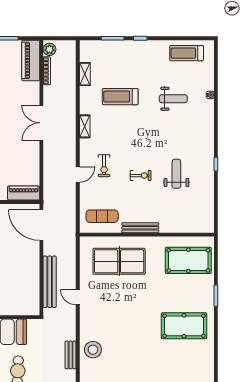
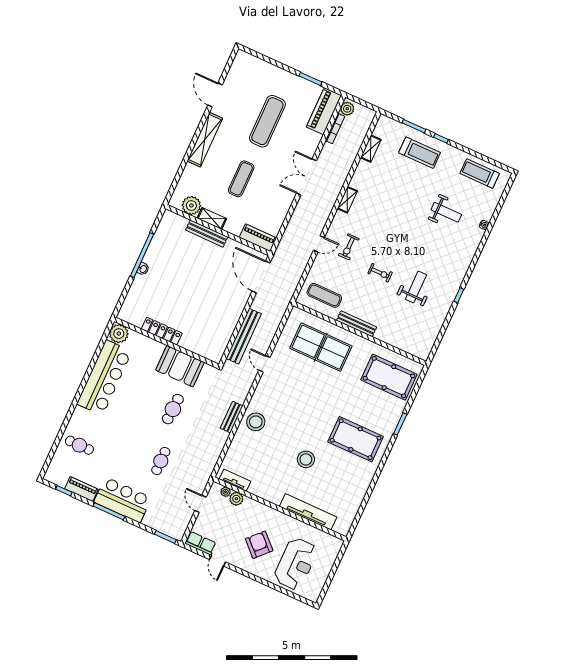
treadmill: (120, 97) -> (420, 153), moved, turned 180
stool: (150, 362) -> (306, 459), added

